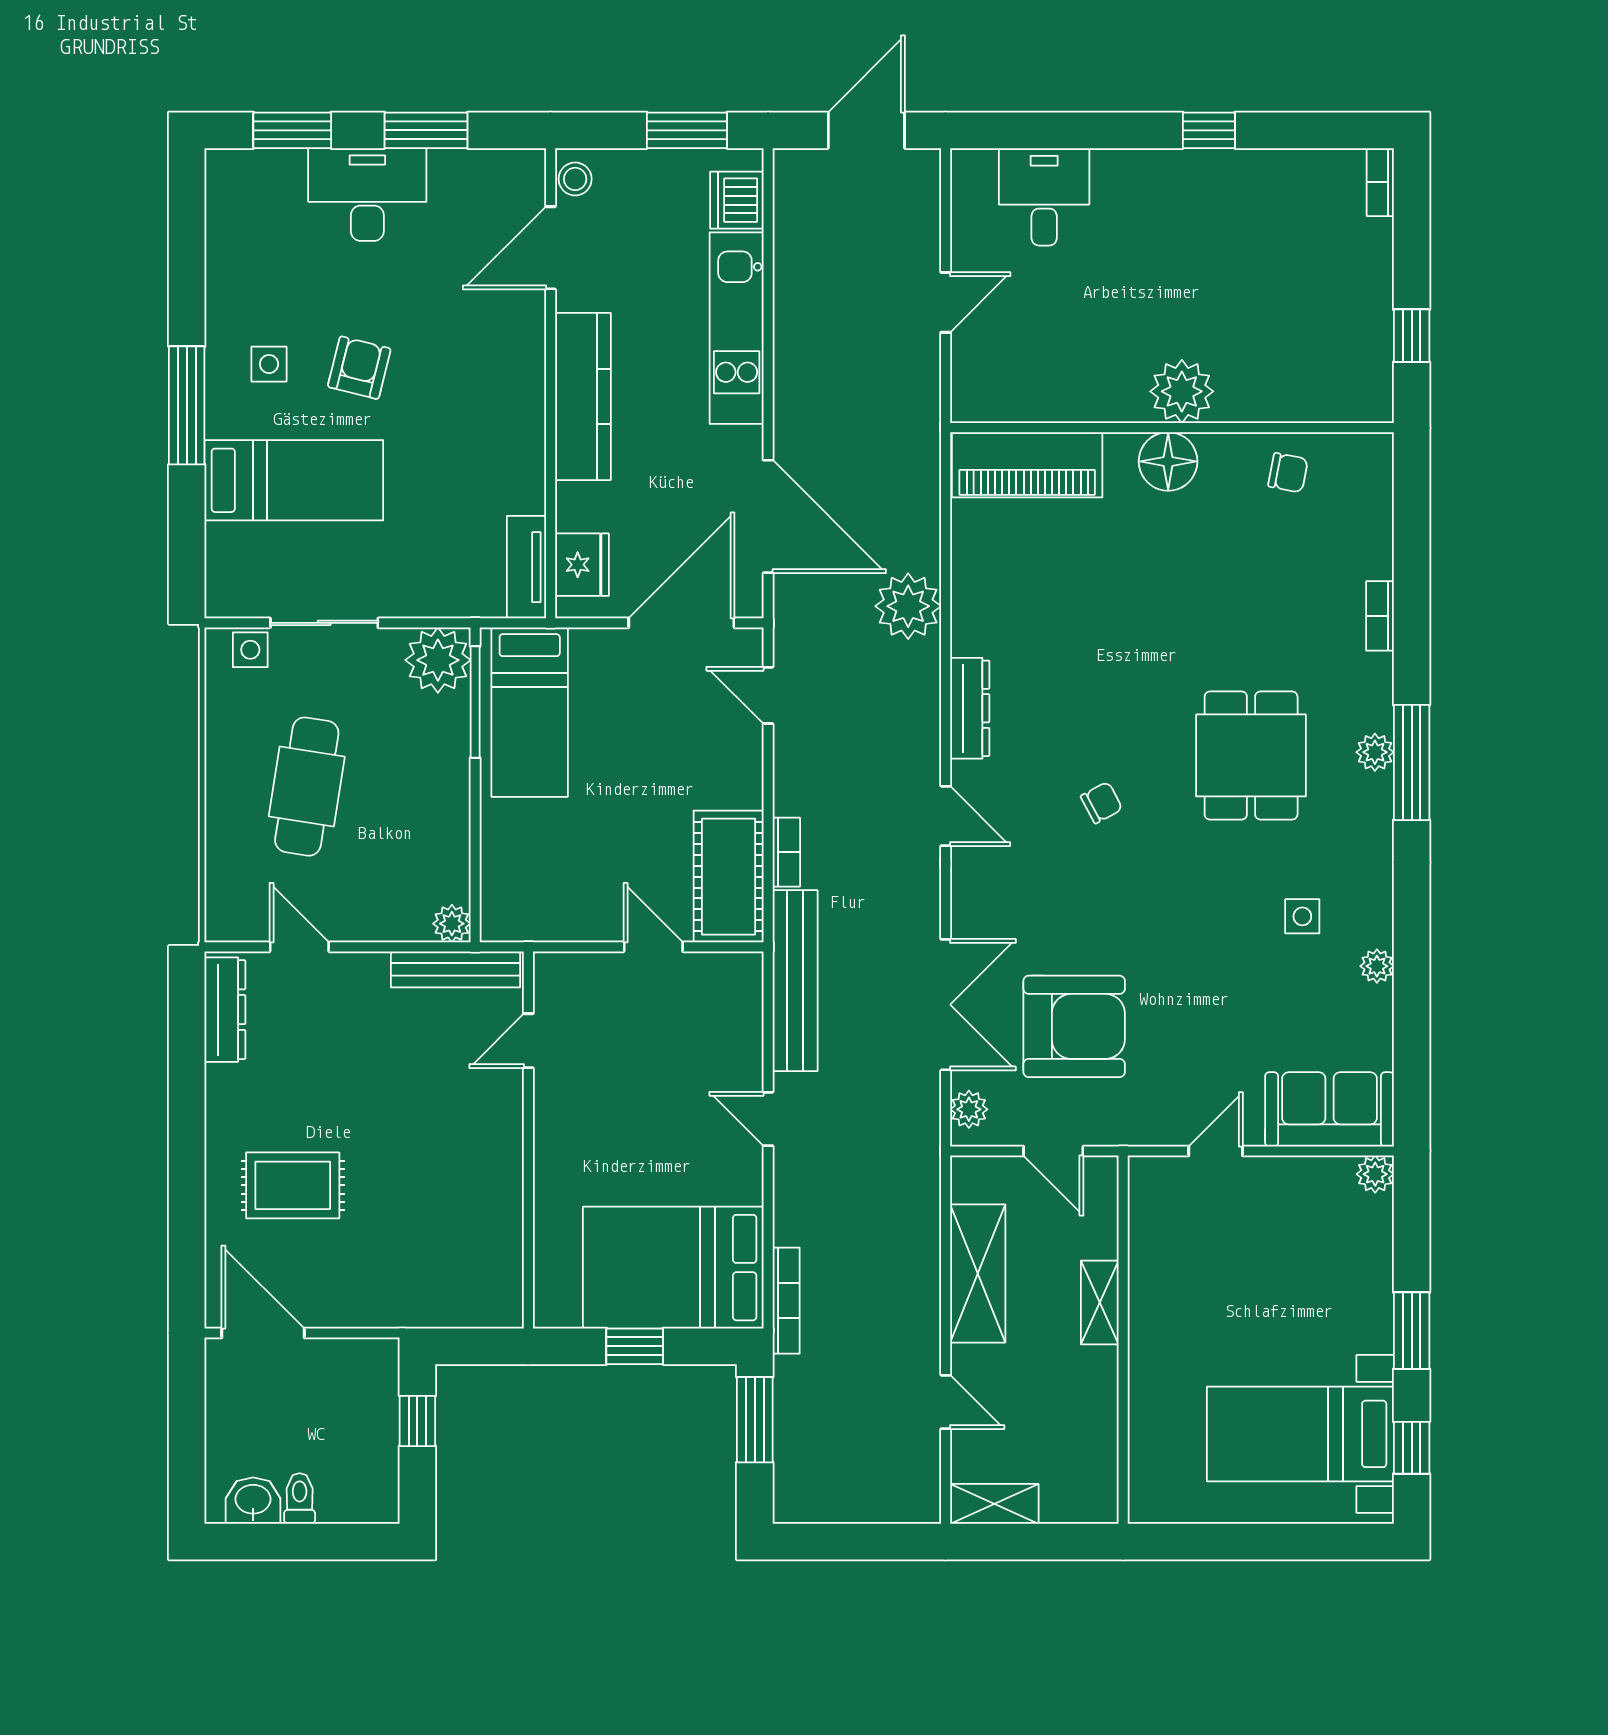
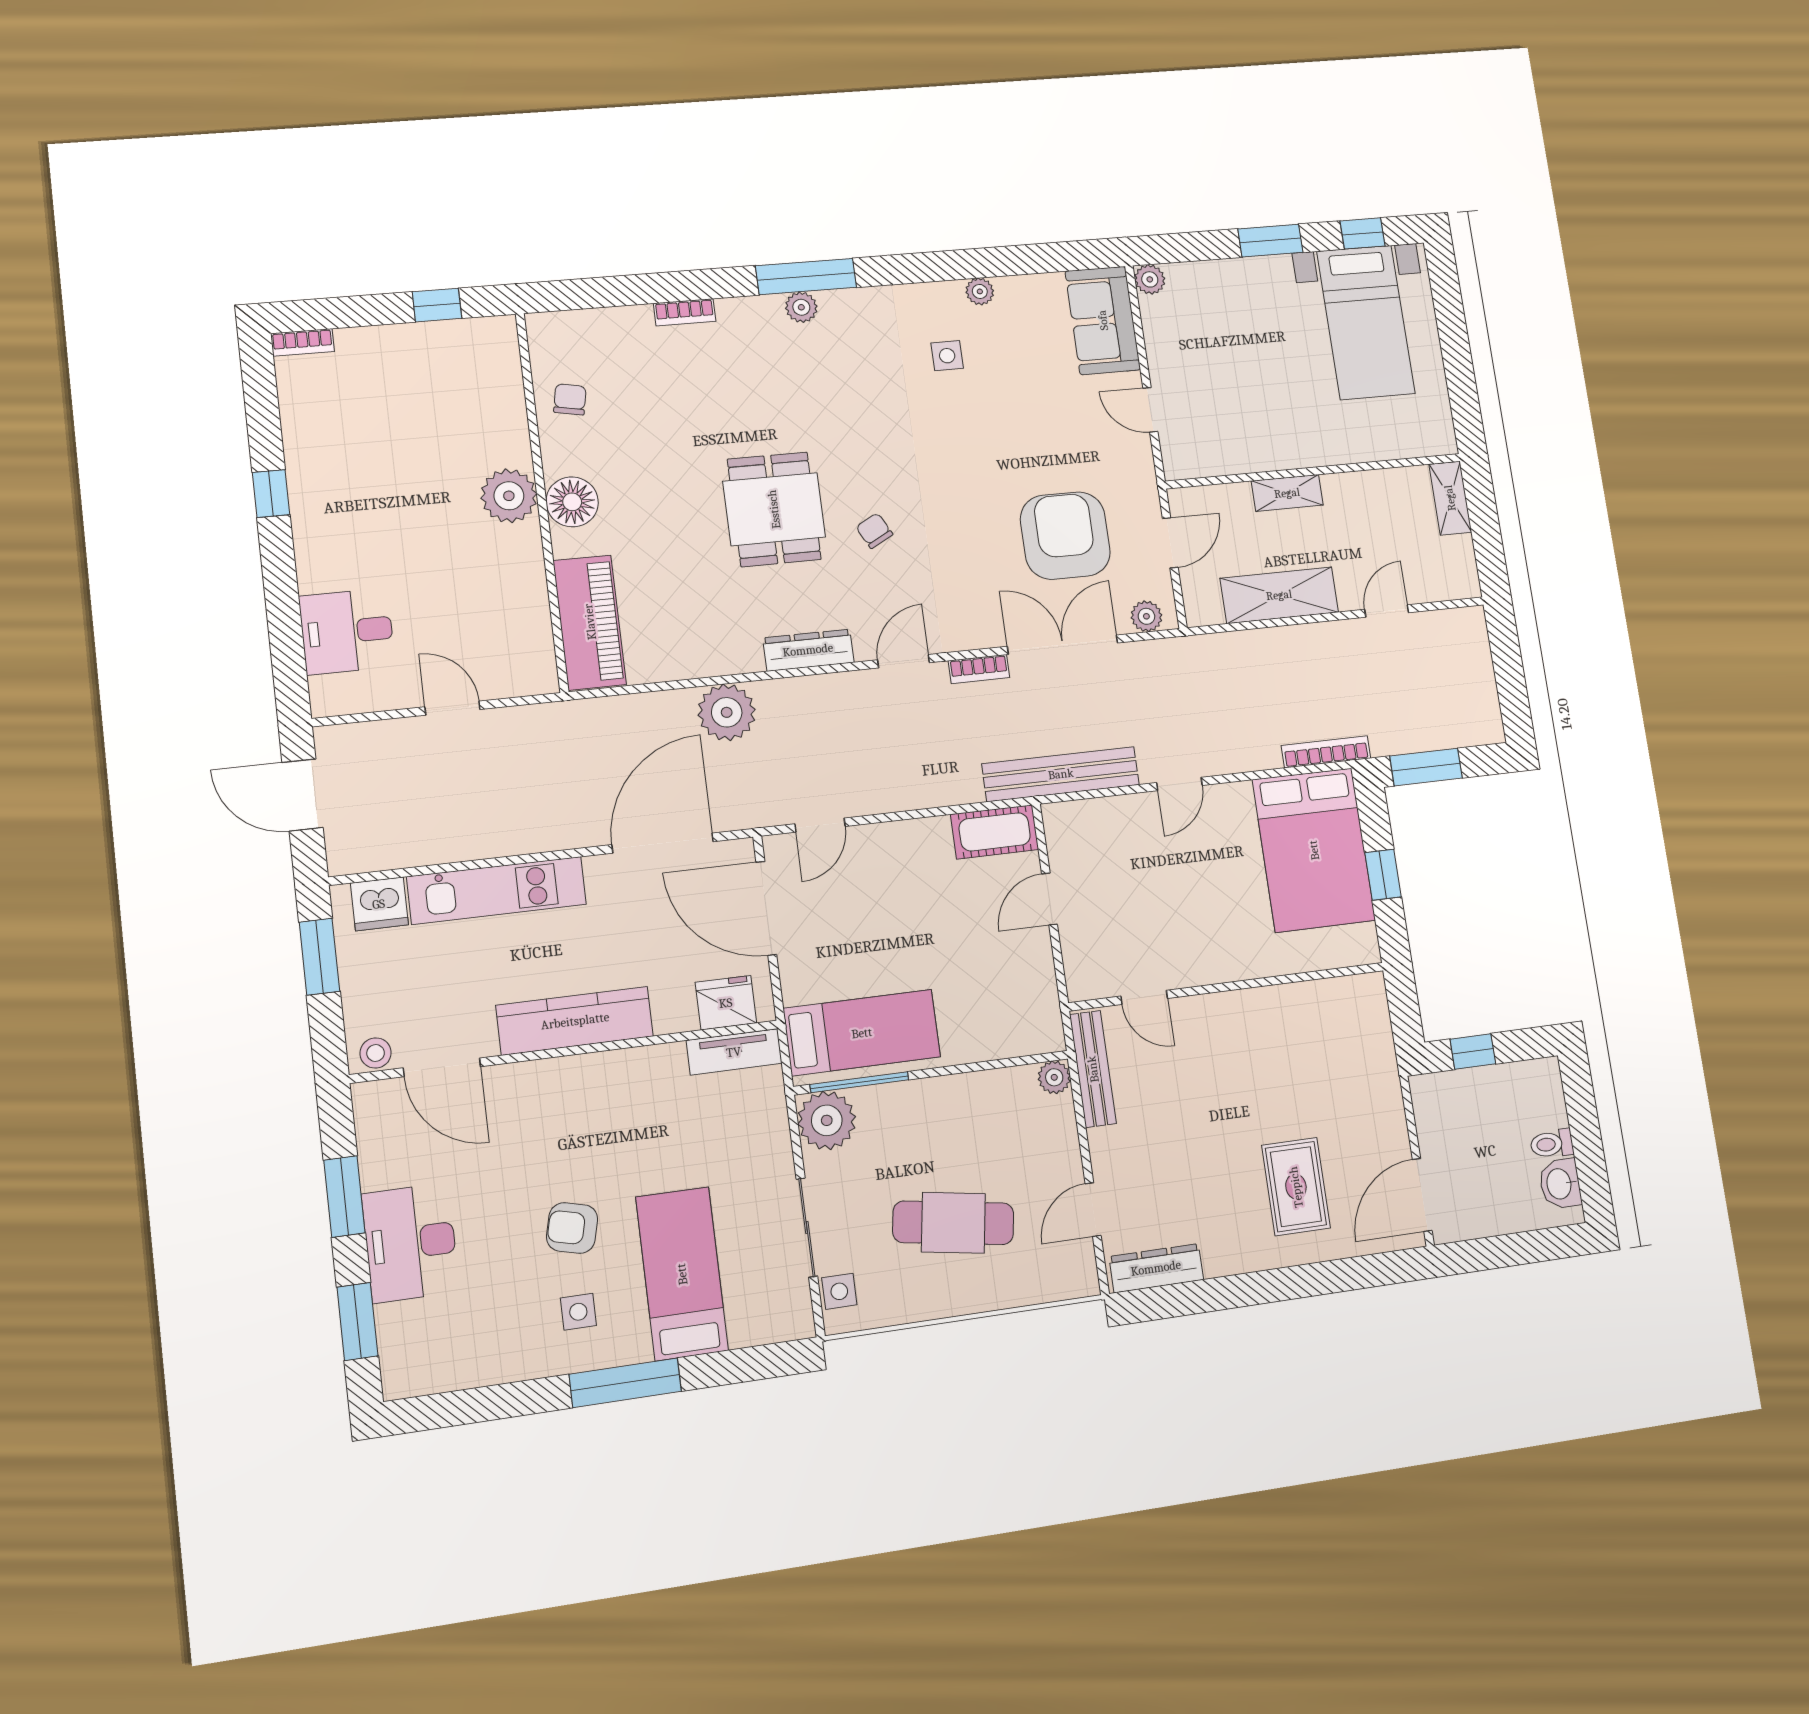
dining table: (1251, 755) -> (774, 509), moved, turned 90
bookcase: (786, 852) -> (979, 669), moved, turned 180
cot: (729, 877) -> (995, 832), width x0.73, depth x0.75
shelving: (994, 1504) -> (1450, 498), moved

